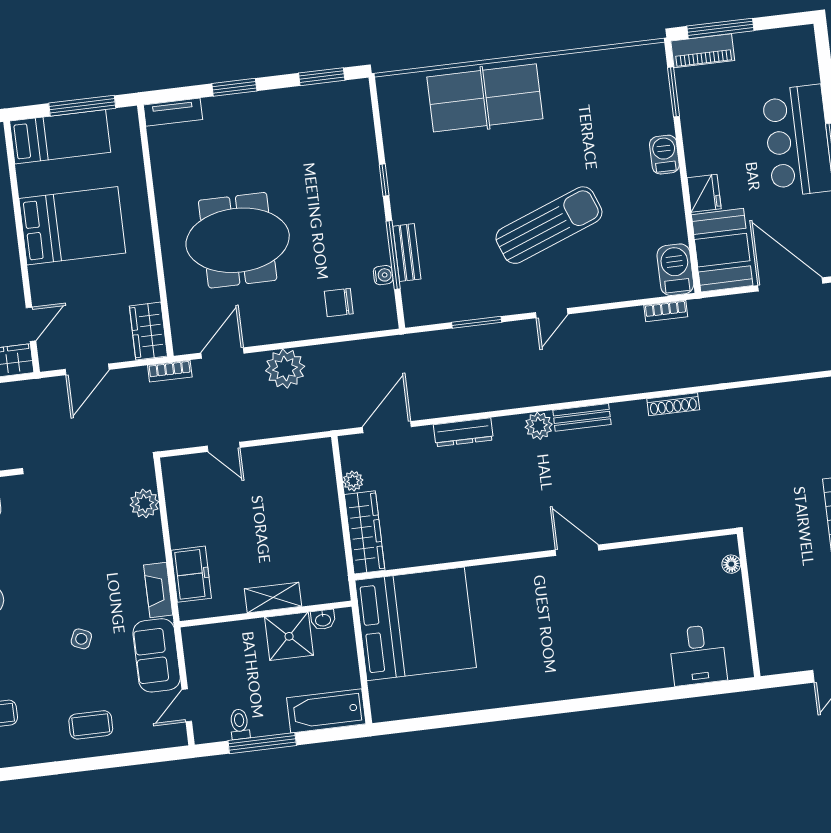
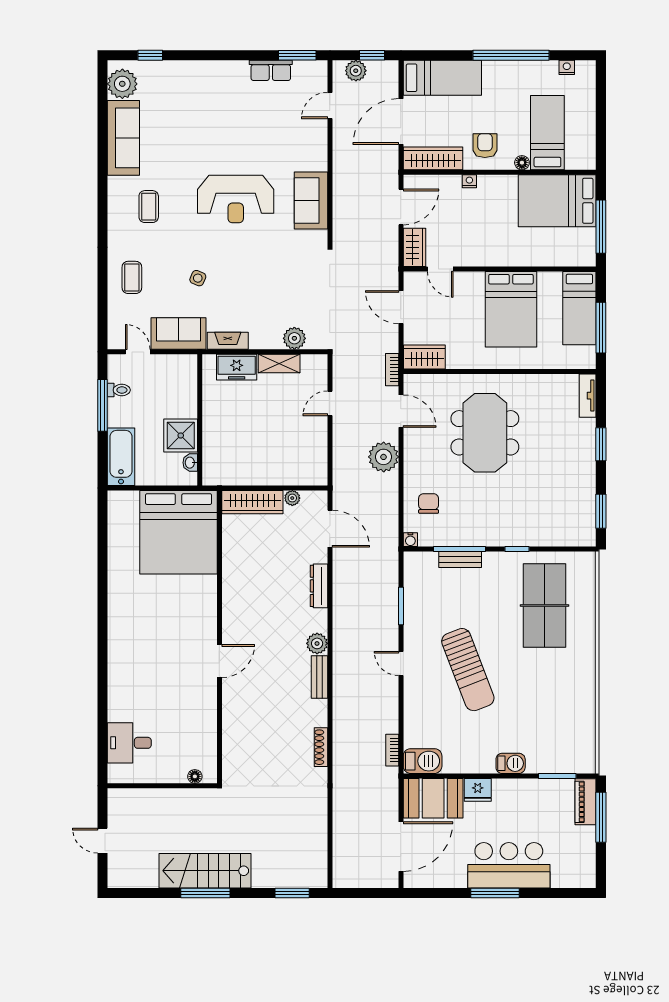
table tennis table: (485, 98) -> (545, 606), moved
water cooler: (383, 275) -> (410, 540), moved
shelving: (273, 598) -> (279, 364), moved, turned 90

